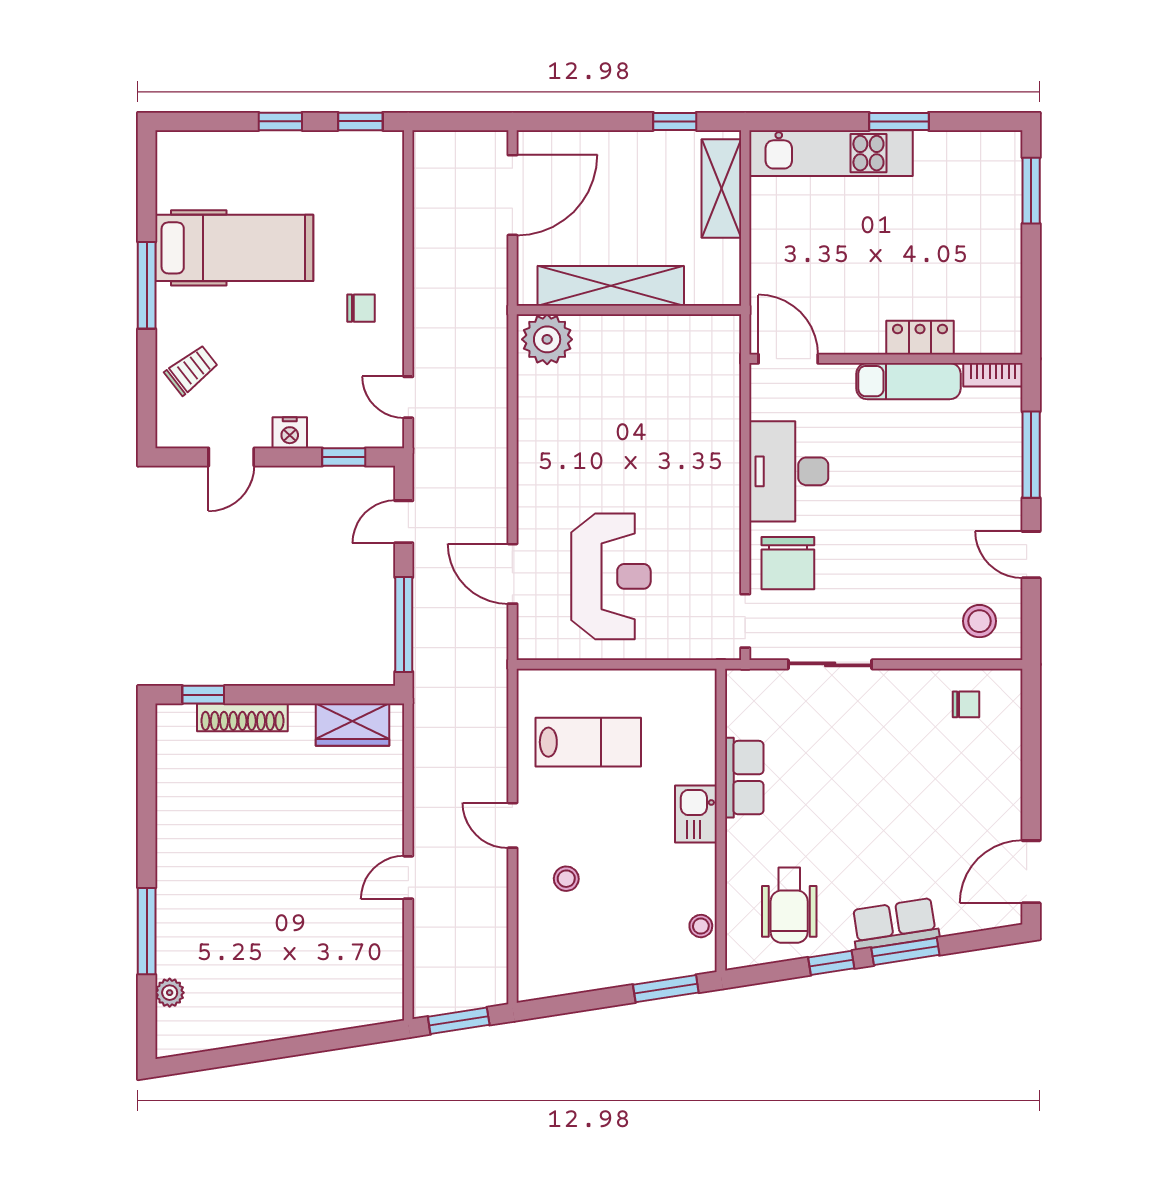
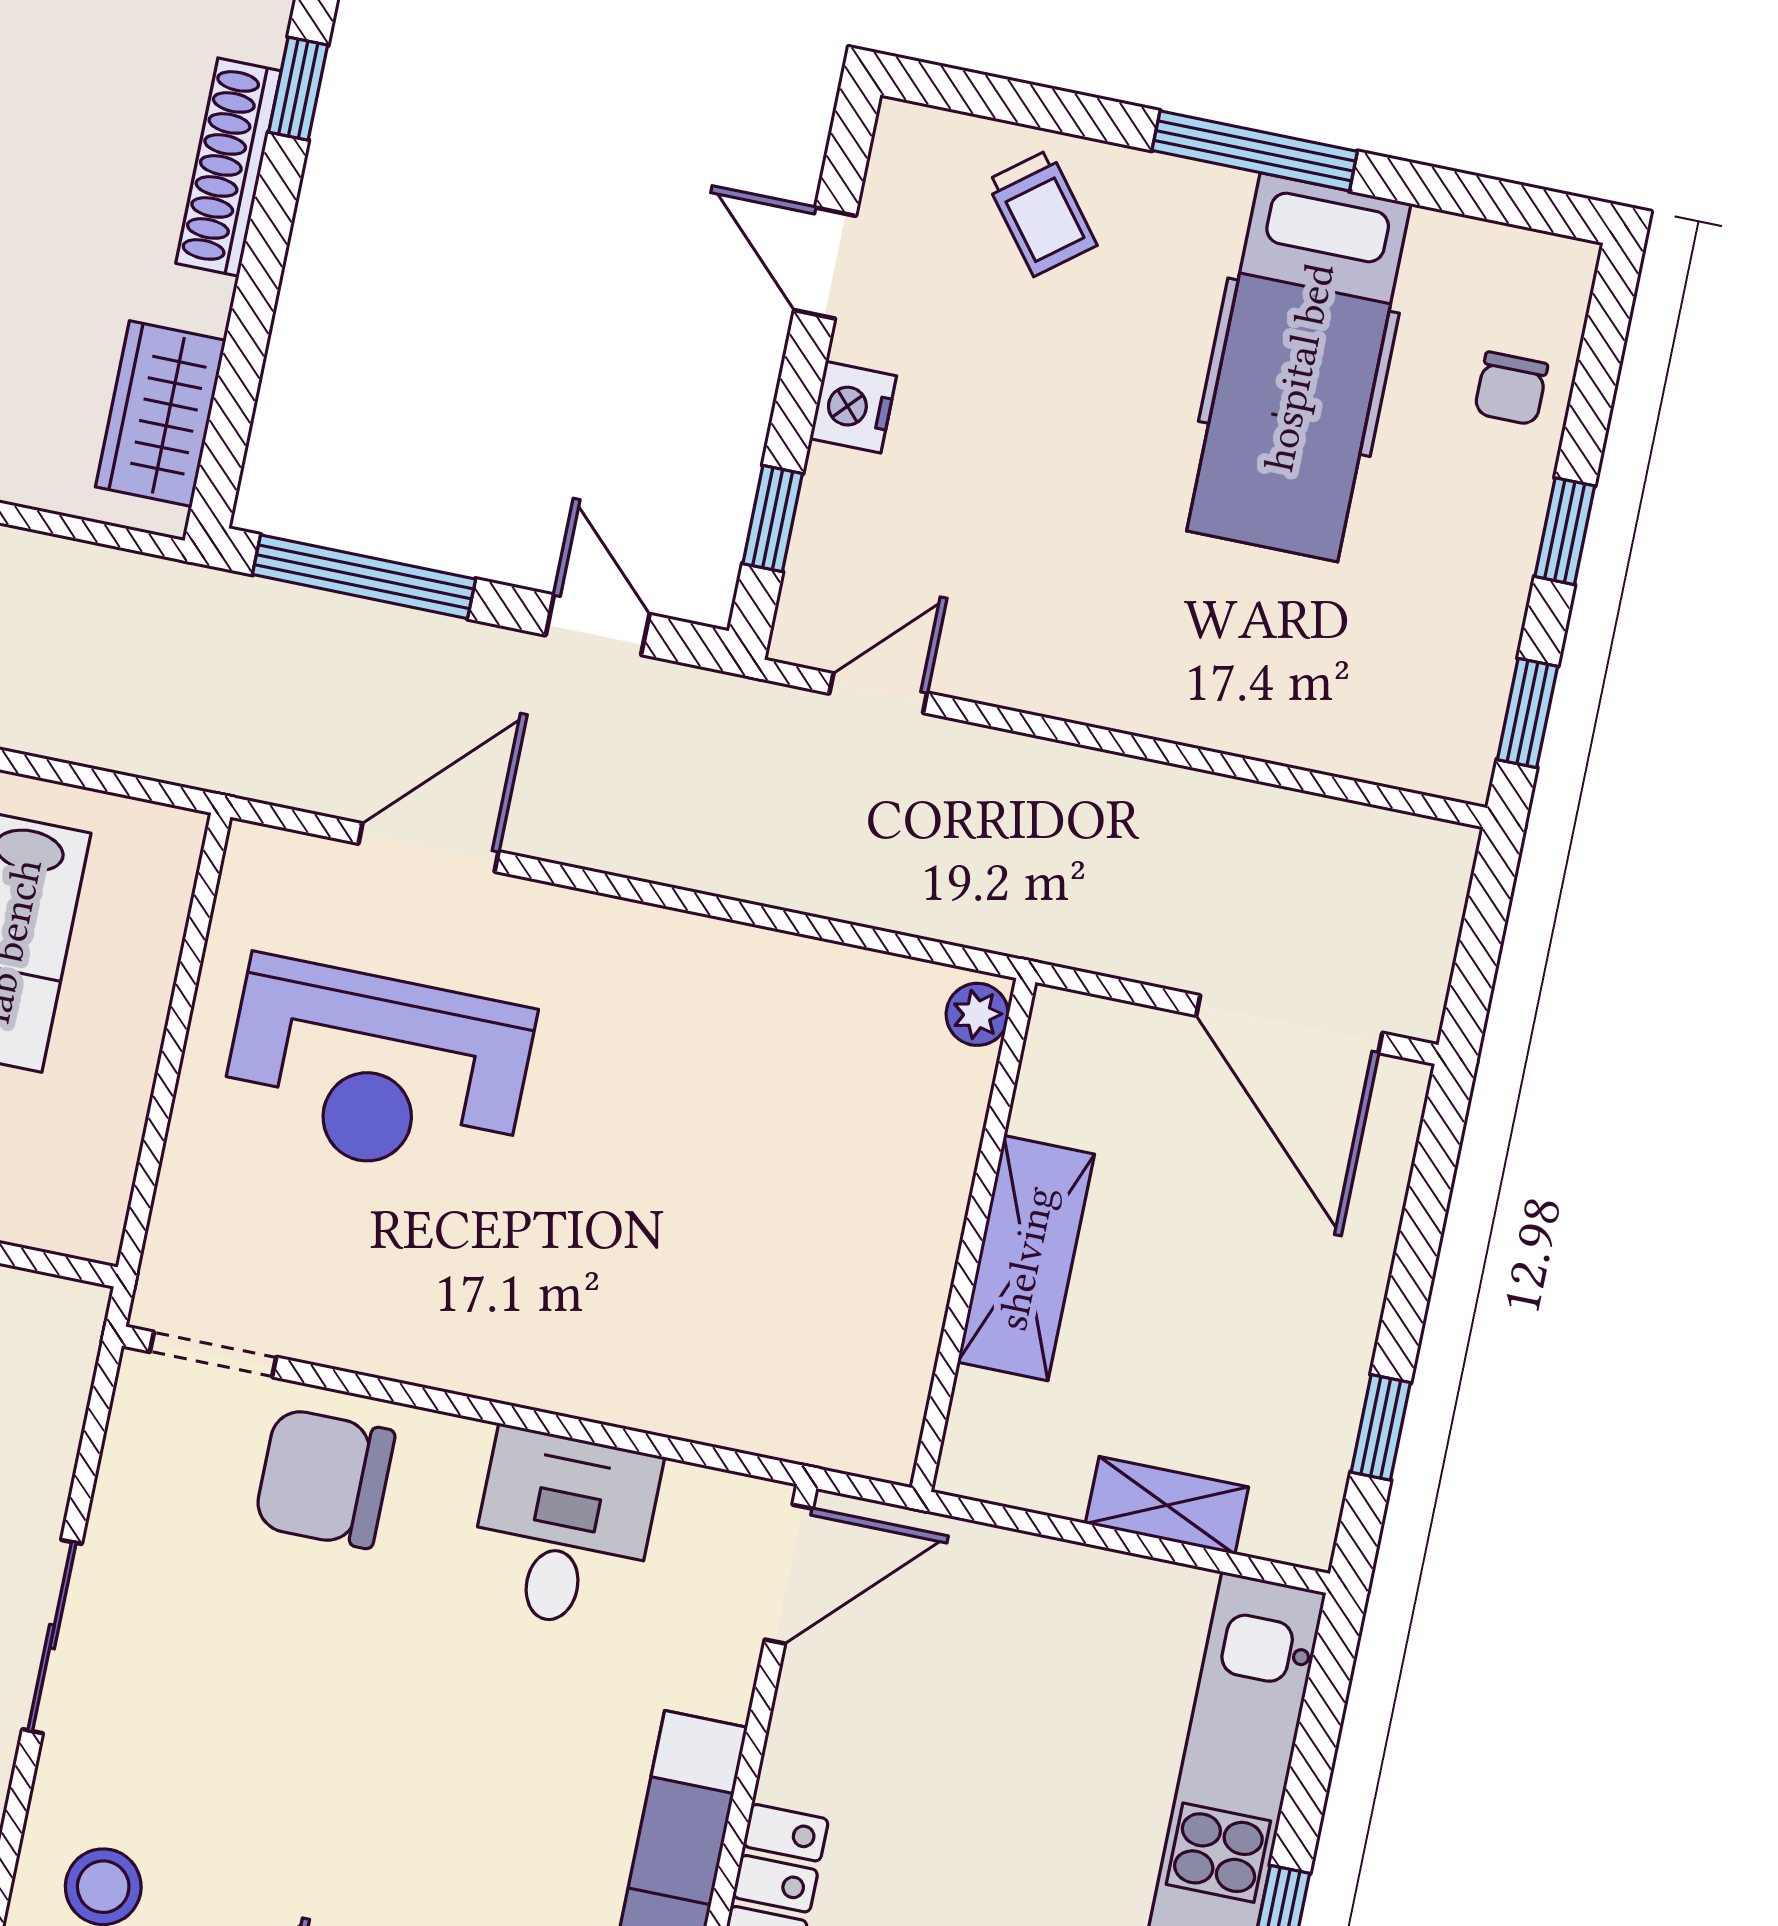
shelving: (721, 189) -> (1167, 1505), width x0.67, depth x0.75
shelving: (611, 286) -> (1026, 1258), width x0.68
chair: (361, 308) -> (1511, 389), moved
plant: (547, 339) -> (977, 1014), width x0.53, depth x0.53
desk: (789, 471) -> (563, 1530), width x0.73
sliding door: (830, 664) -> (52, 1637), moved

